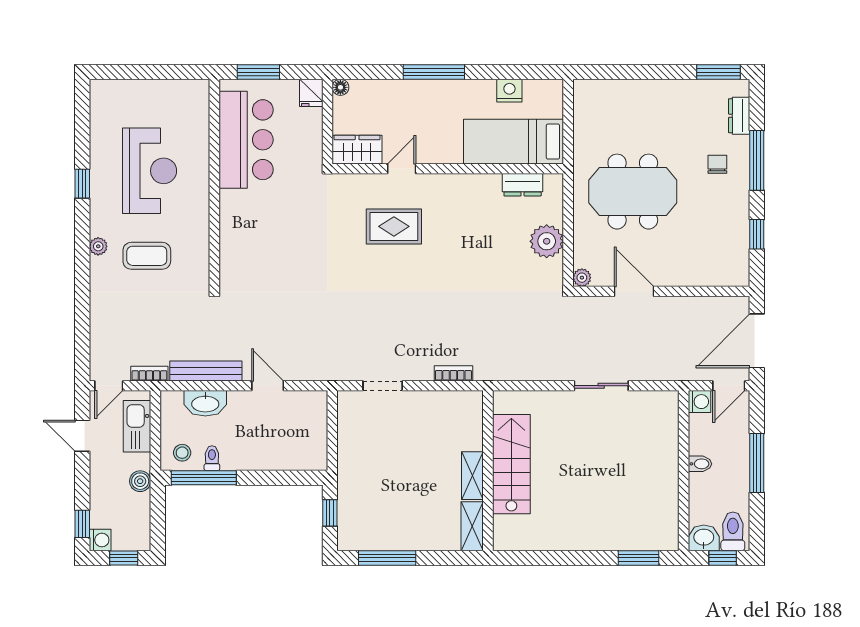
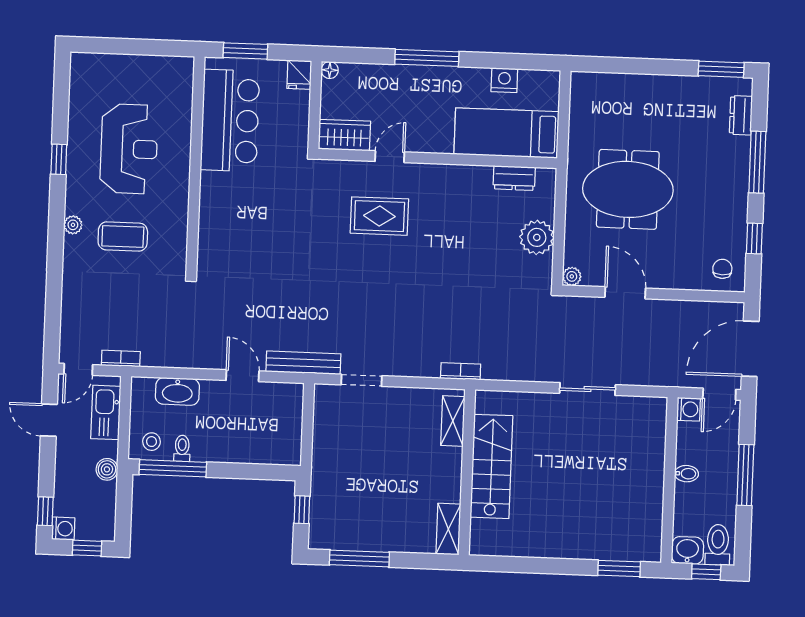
chair: (717, 164) -> (722, 269), moved
bench: (206, 371) -> (303, 363), moved
bookcase: (453, 373) -> (461, 371), moved
shelving: (472, 476) -> (453, 421), moved

